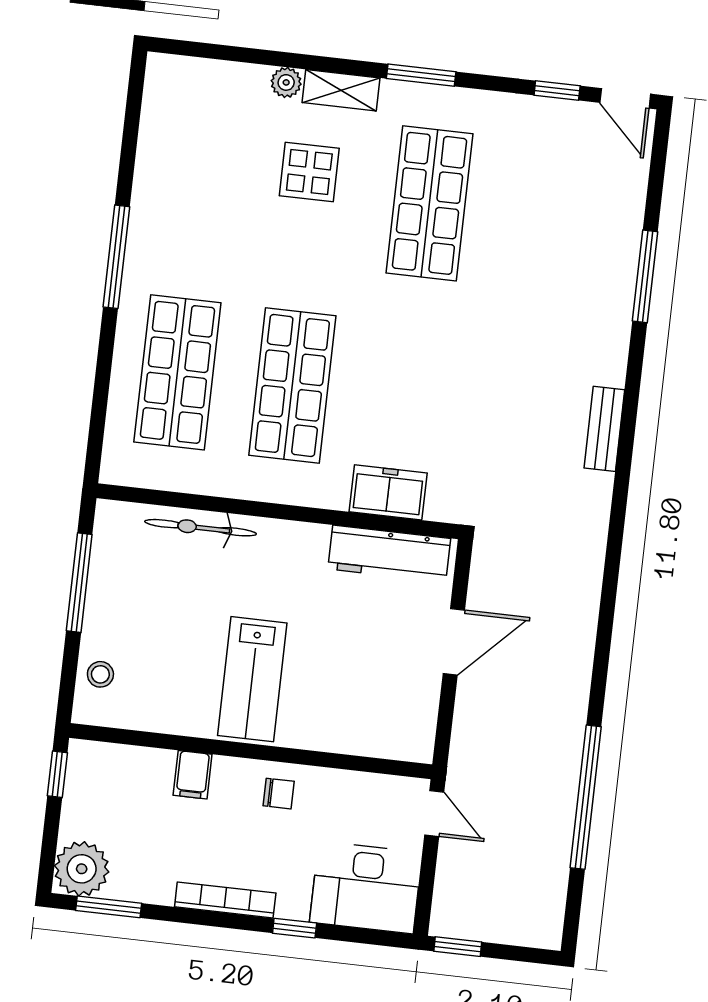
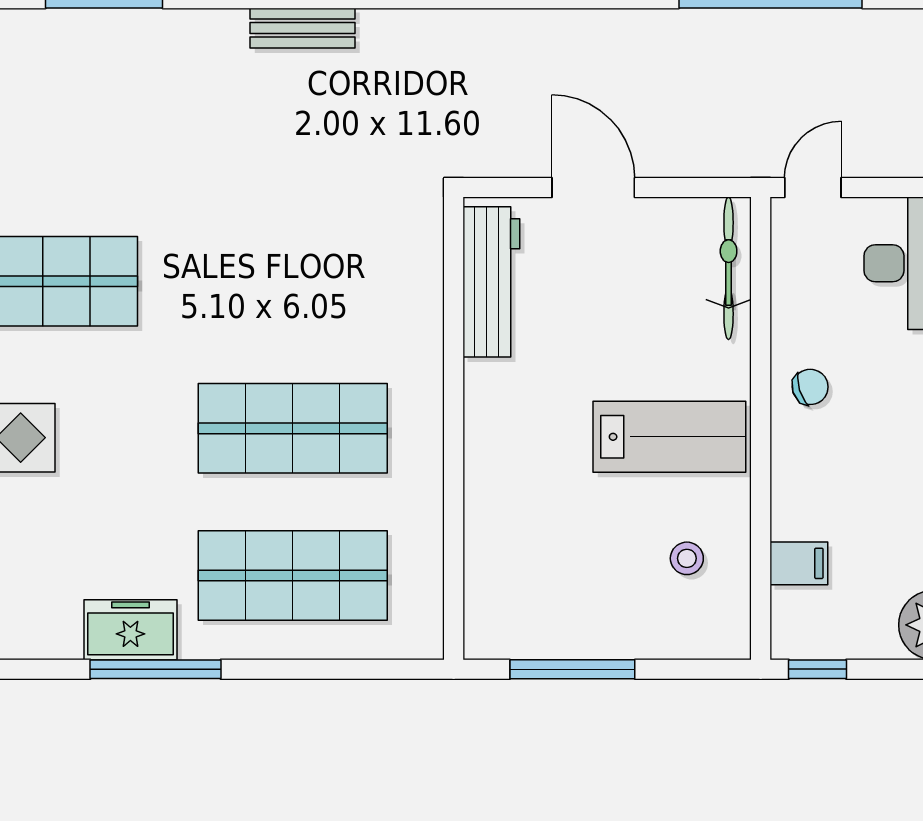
freezer: (388, 492) -> (130, 630), moved, turned 90
bicycle: (201, 528) -> (729, 268), moved, turned 180
stool: (100, 674) -> (687, 558), moved
filing cabinet: (193, 775) -> (799, 563), moved
chair: (279, 794) -> (810, 387), turned 72

